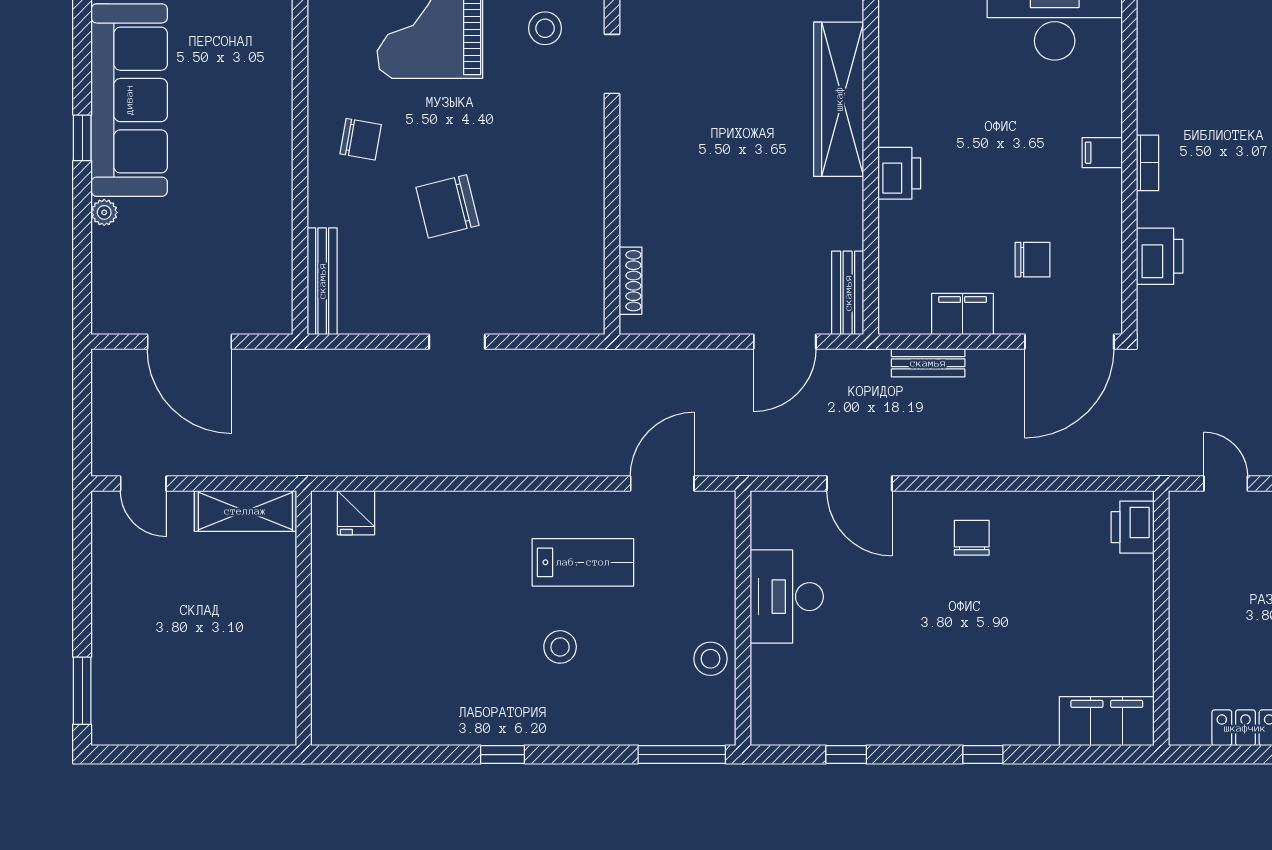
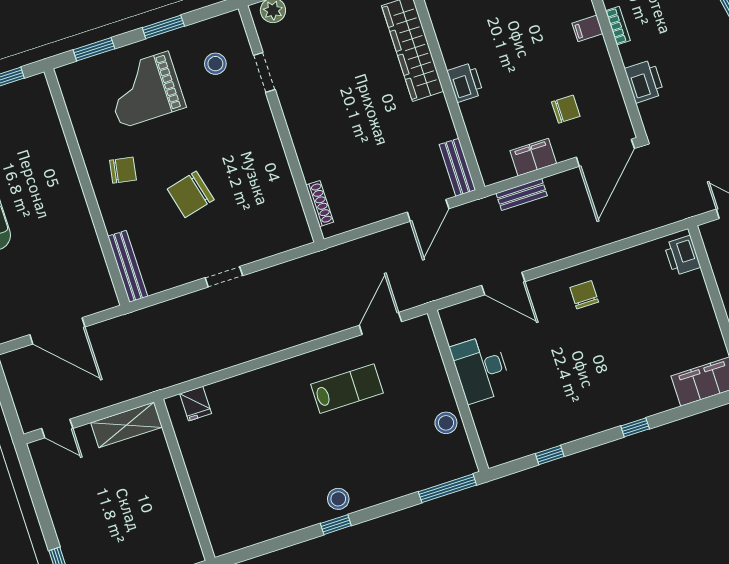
stool: (560, 647) -> (338, 499), moved

